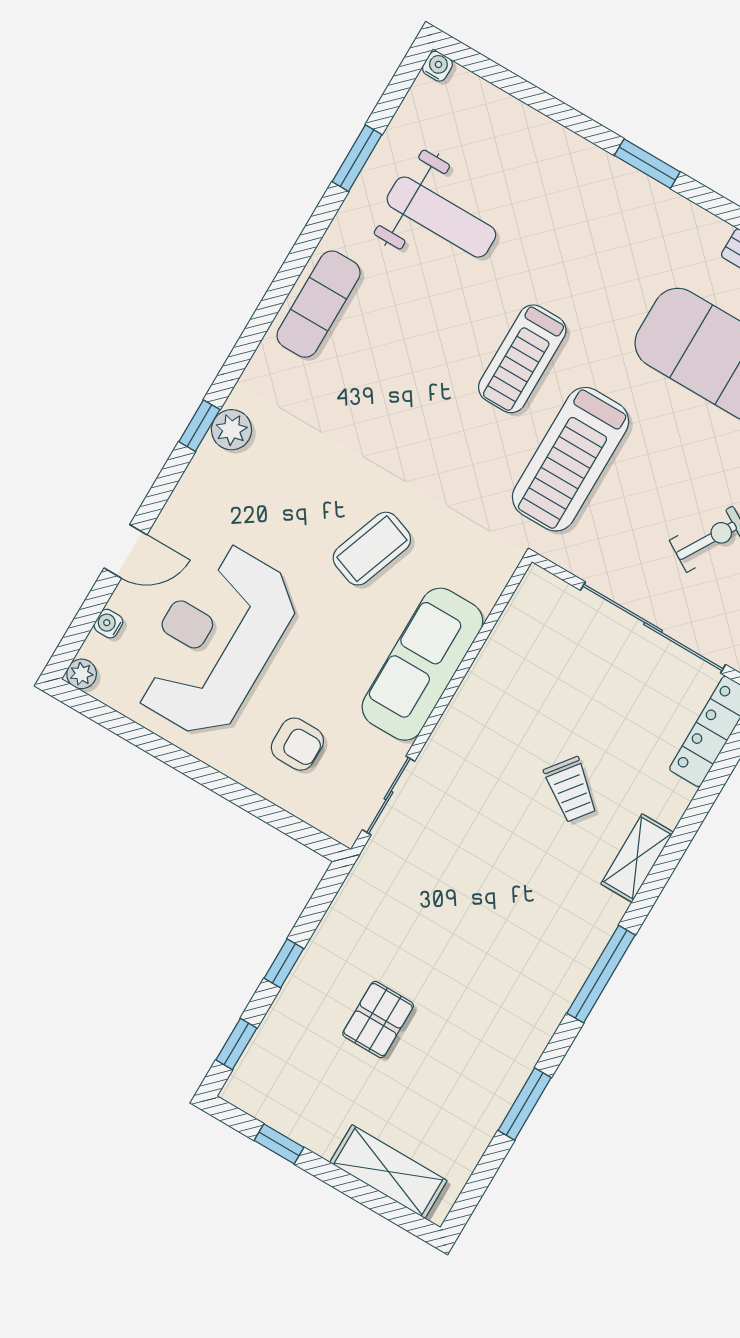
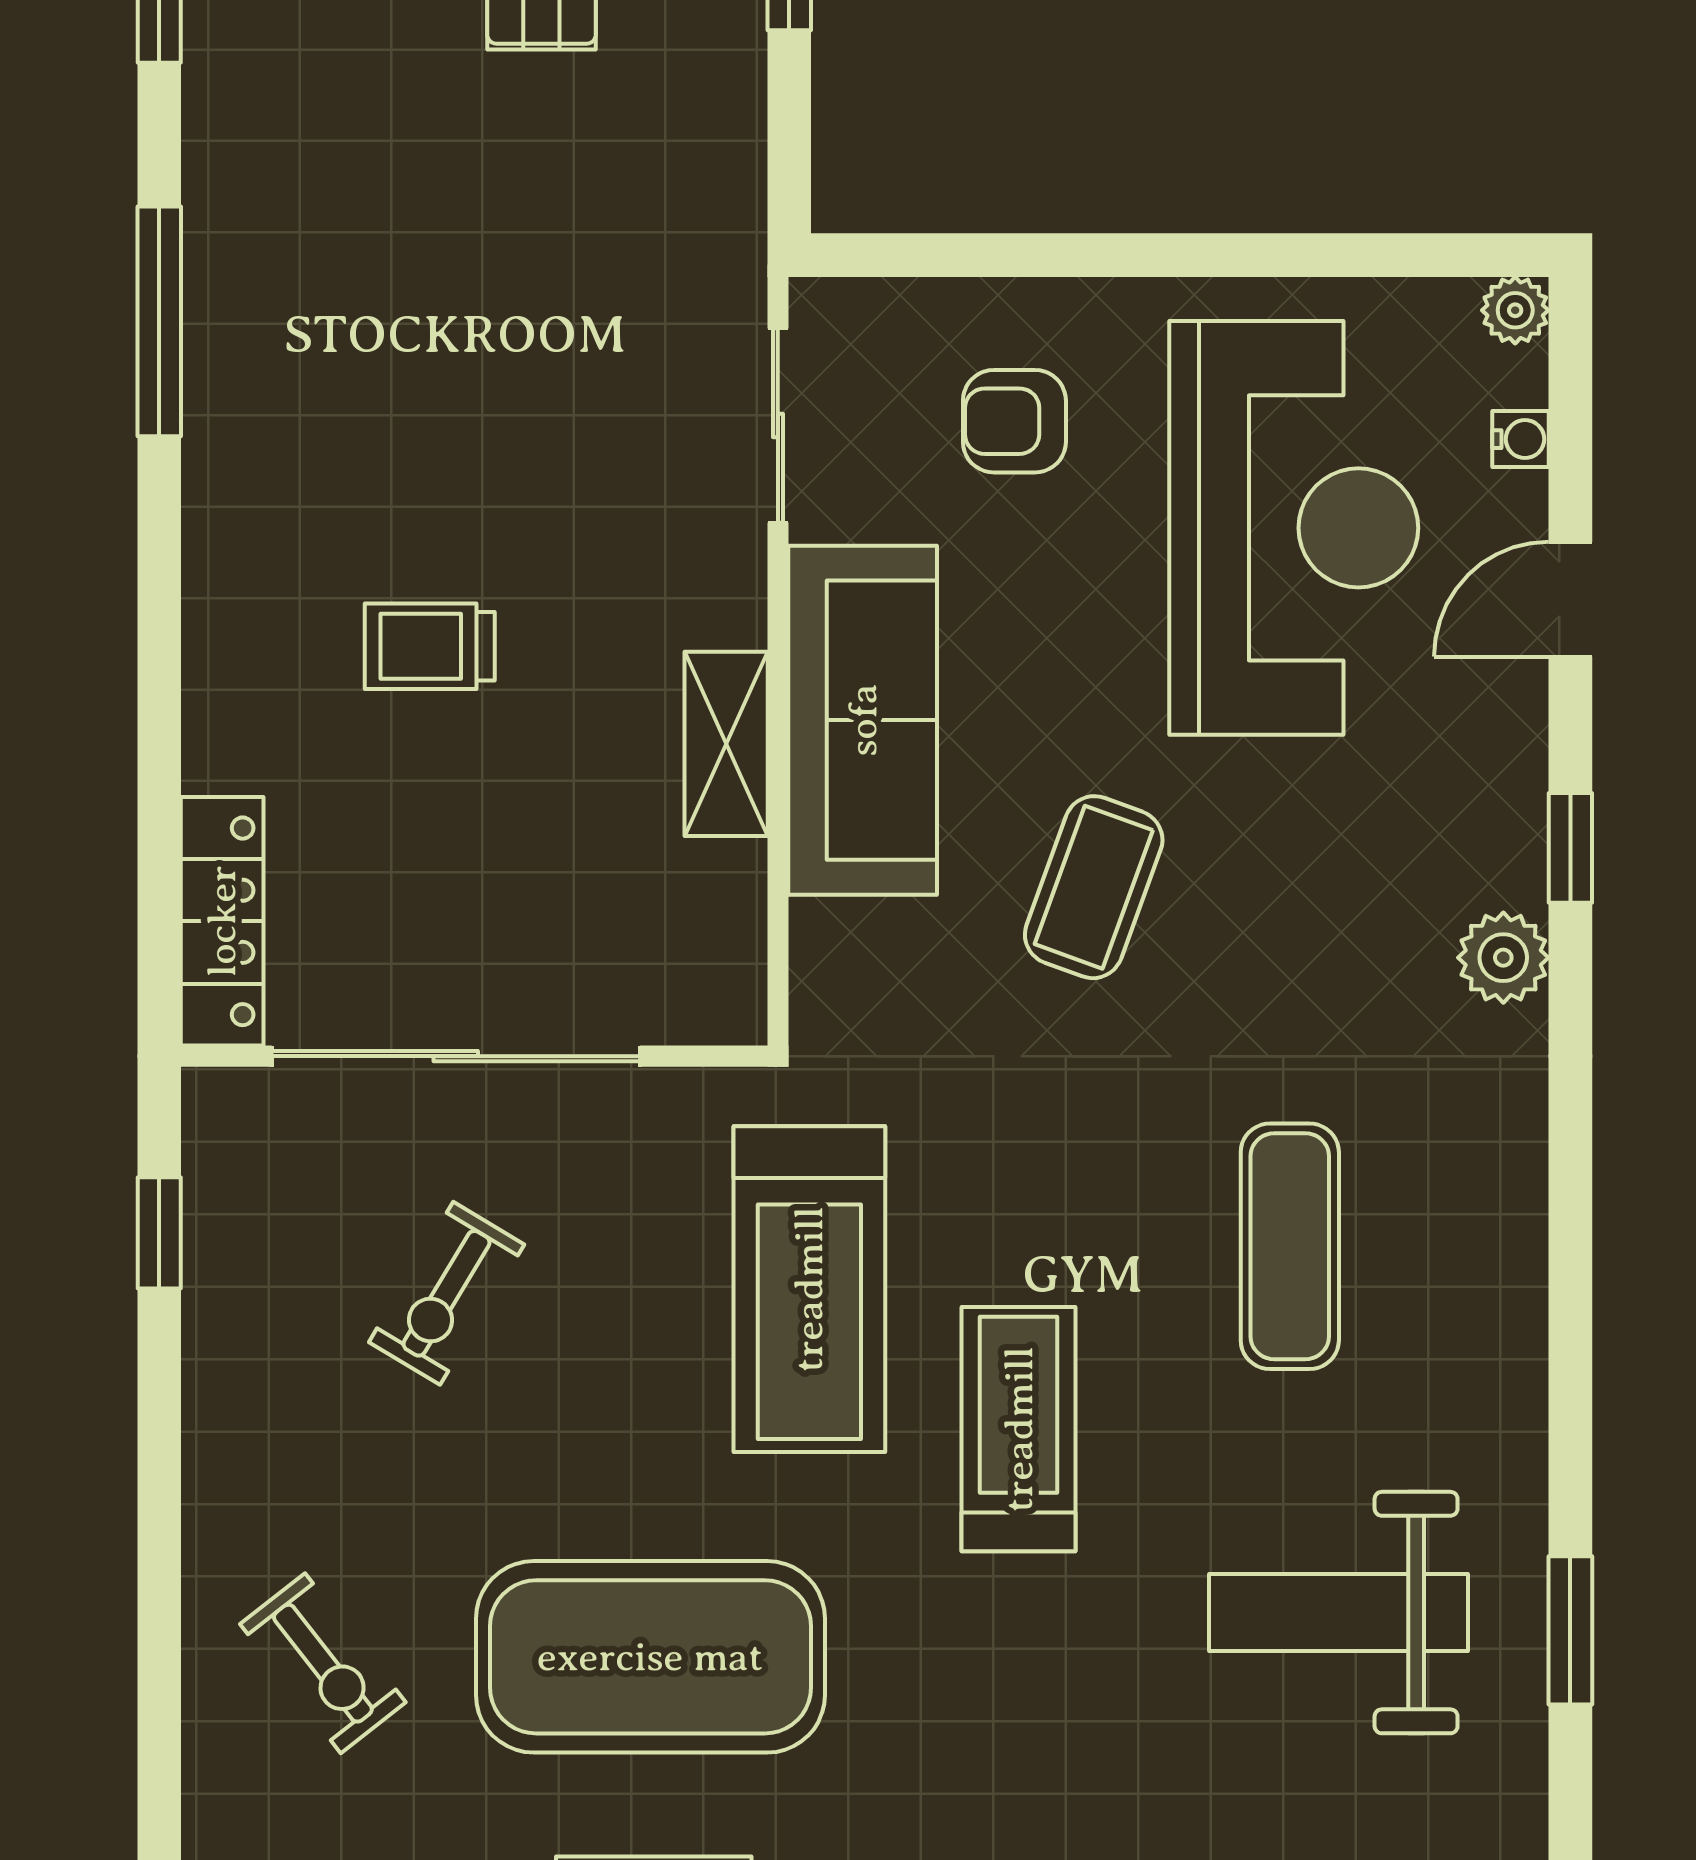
exercise mat: (319, 304) -> (1290, 1246), moved
window: (199, 426) -> (1570, 848), moved
treadmill: (571, 459) -> (809, 1289), turned 180
trolley: (571, 790) -> (430, 646), turned -38
shelving: (637, 858) -> (726, 744), moved

